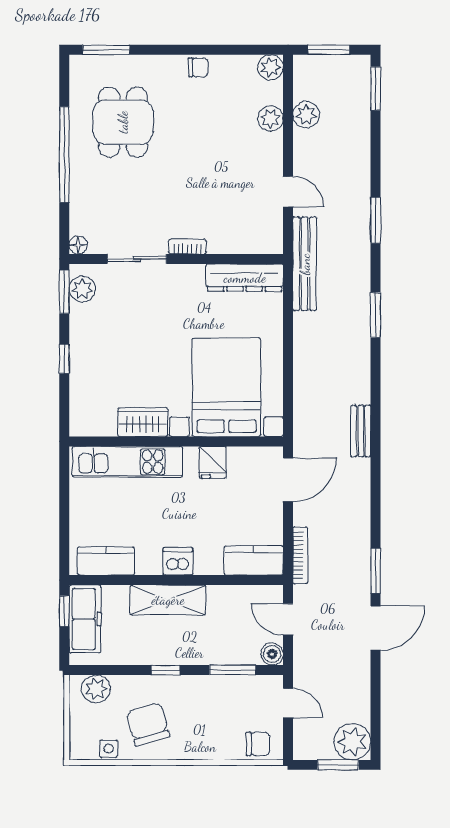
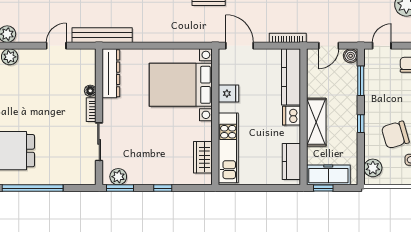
floor lamp: (78, 245) -> (90, 91), moved
wardrobe: (143, 422) -> (203, 157), moved
kitchen counter: (254, 560) -> (291, 77), width x1.50

